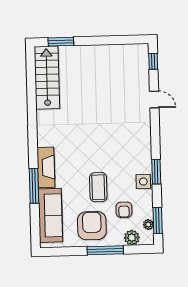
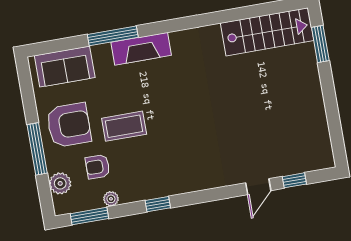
window: (153, 61) -> (294, 180), moved
window: (156, 172) -> (158, 204), width x0.67
side table: (143, 182) -> (141, 188), removed
sofa: (50, 215) -> (65, 67), width x0.73
plant: (148, 225) -> (111, 199), moved

